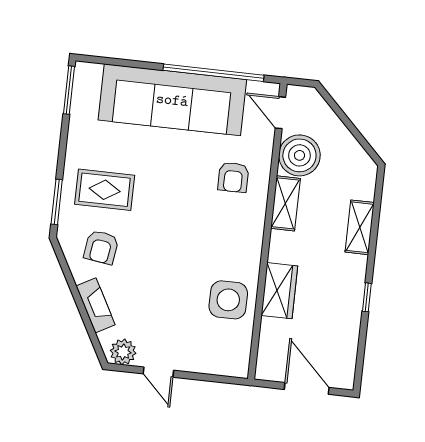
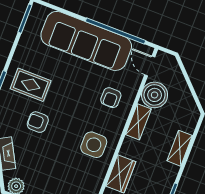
armchair: (101, 247) -> (38, 122), moved, turned 82
side table: (228, 300) -> (94, 145), moved

